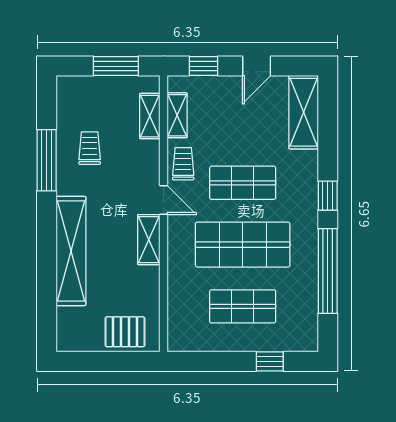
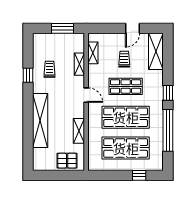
window: (204, 66) -> (106, 28), removed
shelving: (150, 116) -> (79, 64), moved
window: (47, 160) -> (28, 75), width x0.46
trolley: (183, 164) -> (124, 59), moved
shelving: (149, 240) -> (79, 131), moved
shop shelf: (243, 306) -> (126, 148), width x1.43, depth x1.36

